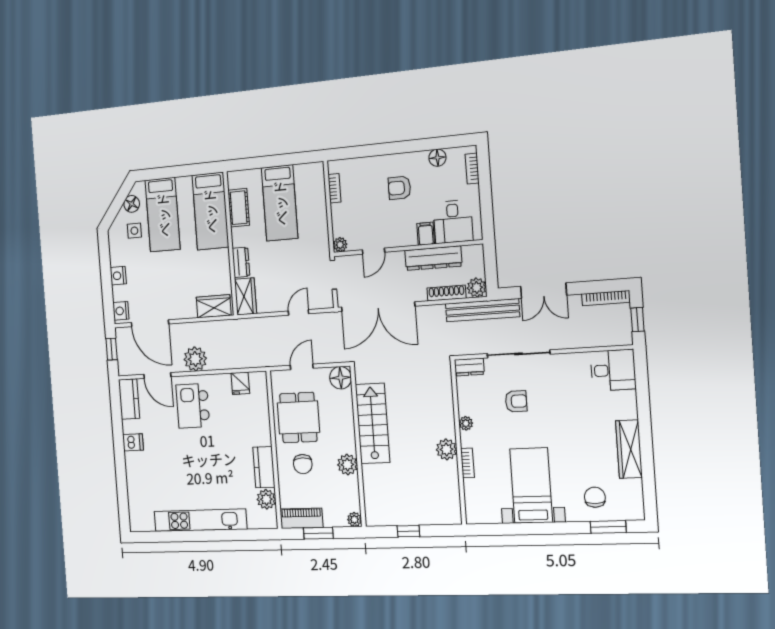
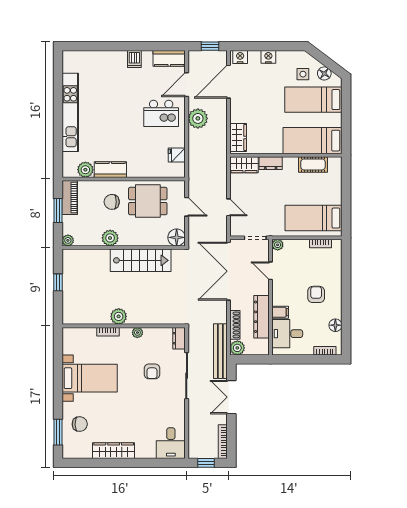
bed: (280, 203) -> (314, 218), moved
kitchen island: (193, 406) -> (161, 113), turned 180

